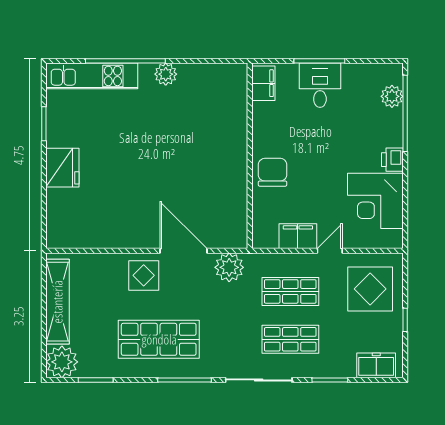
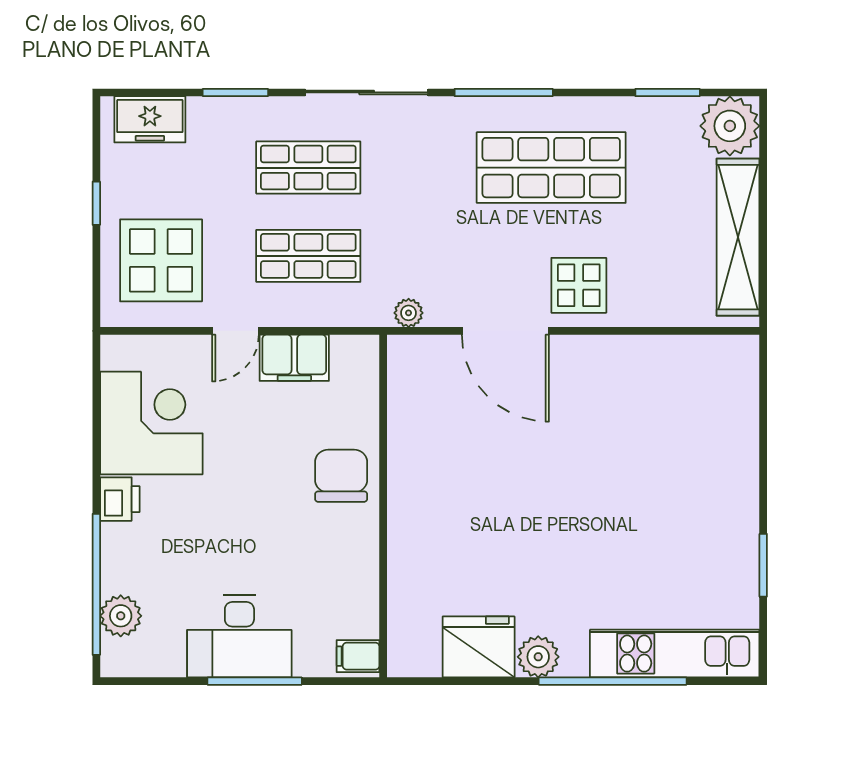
filing cabinet: (263, 83) -> (358, 656), width x0.50
desk: (320, 85) -> (239, 636), width x1.37
fridge: (62, 168) -> (479, 647), moved, turned 90
chair: (273, 172) -> (341, 476), turned 180
plant: (229, 267) -> (409, 313), width x0.53, depth x0.53

